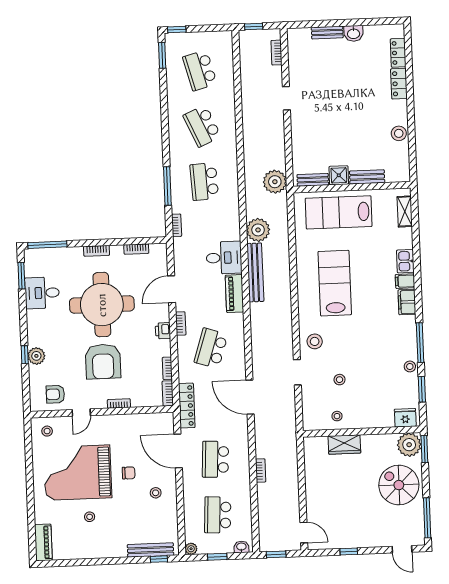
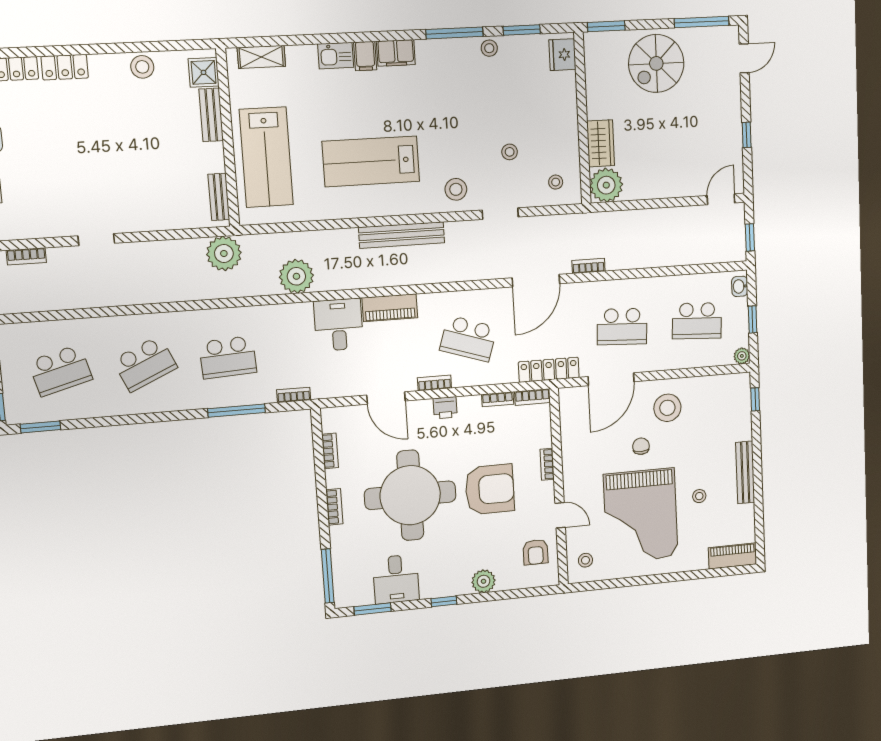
shower: (339, 175) -> (204, 72), moved
bench: (255, 272) -> (402, 235), moved
window: (25, 355) -> (444, 601), moved
stool: (337, 416) -> (556, 182), moved
plant: (409, 445) -> (606, 185), moved
bookcase: (261, 471) -> (588, 266), moved
stool: (156, 493) -> (667, 408), width x1.89, depth x1.89
bench: (151, 550) -> (745, 472), moved

